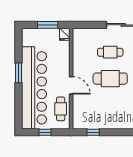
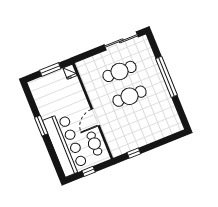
cafe table: (110, 52) -> (120, 71), width x1.37, depth x1.35
door: (71, 85) -> (95, 117), swing flipped
bar counter: (34, 88) -> (66, 144), width x0.73

